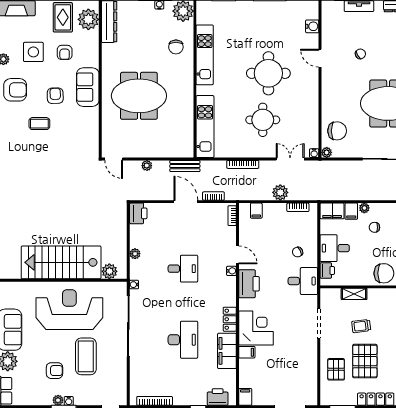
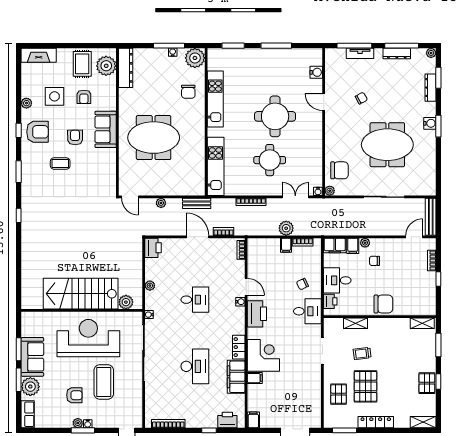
filing cabinet: (256, 211) -> (286, 245), moved

